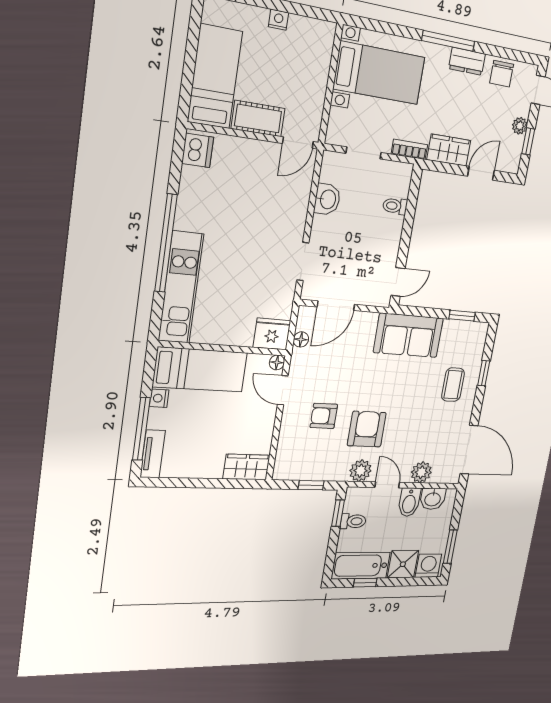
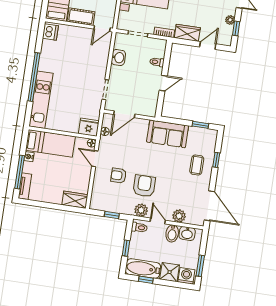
door: (398, 282) -> (163, 83), moved
window: (338, 513) -> (126, 248), moved
toilet: (353, 521) -> (139, 227), moved

